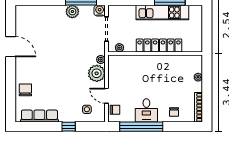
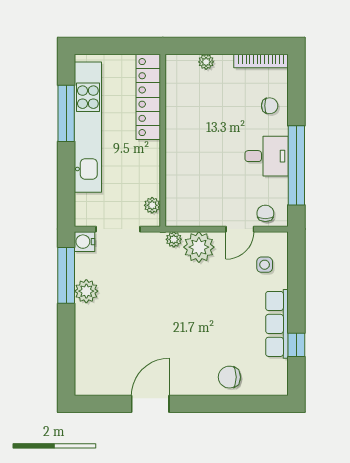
kitchen unit: (162, 12) -> (88, 127), width x1.36
locker: (159, 45) -> (148, 97), moved
row of seats: (39, 116) -> (277, 324), moved
window: (69, 127) -> (296, 345), moved

